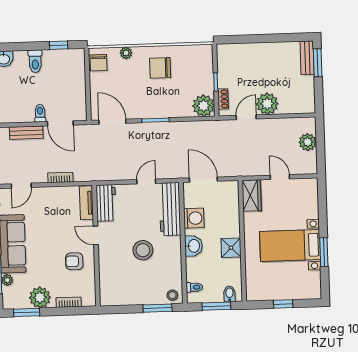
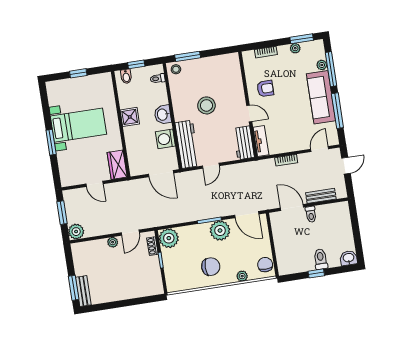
window: (59, 45) -> (316, 273), moved
plant: (267, 104) -> (113, 242), width x0.53, depth x0.53
plant: (145, 107) -> (220, 231), added
plant: (308, 142) -> (76, 232), moved
window: (320, 149) -> (62, 213), added
window: (324, 252) -> (51, 142), moved
plant: (40, 297) -> (295, 48), width x0.53, depth x0.53
window: (216, 306) -> (136, 64), width x0.67

